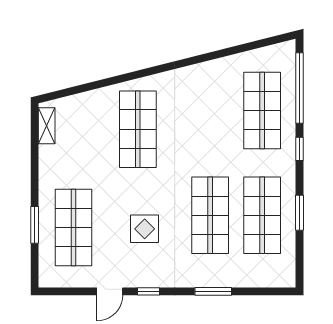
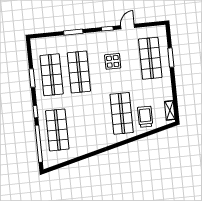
trolley: (94, 118) -> (145, 117), added

